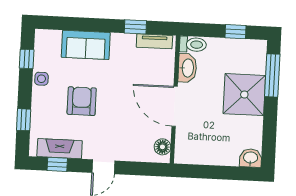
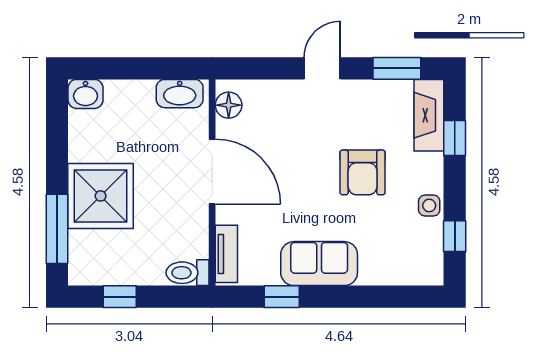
tv unit: (154, 41) -> (226, 254), moved, turned 90
sofa: (86, 45) -> (319, 264), moved
washbasin: (187, 68) -> (180, 94), moved, turned -90
fireplace: (60, 149) -> (429, 115), moved, turned 90
window: (57, 164) -> (397, 68), width x1.50

